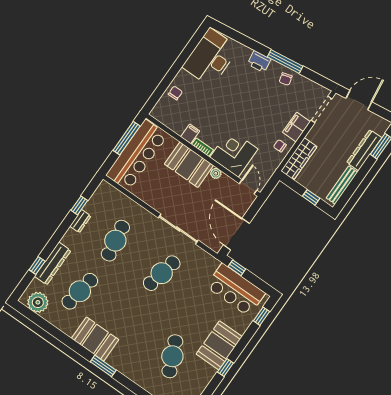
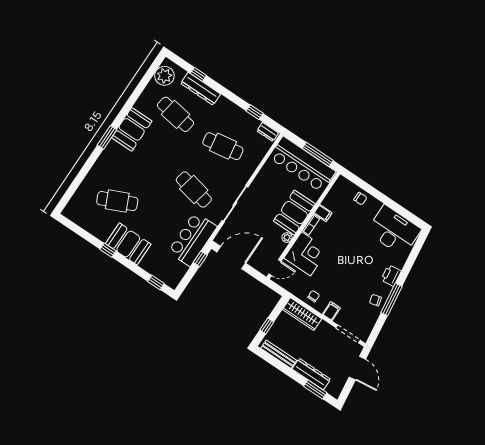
filing cabinet: (296, 127) -> (331, 311), width x0.50
dresser: (80, 221) -> (268, 132), moved
bar counter: (235, 290) -> (192, 239), moved

